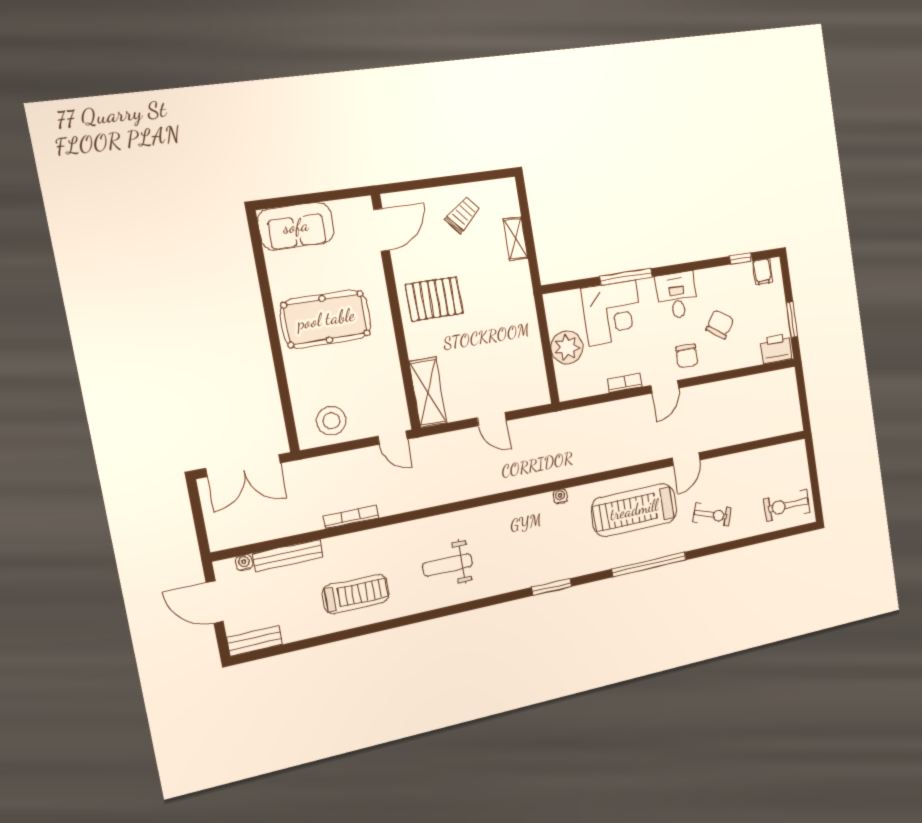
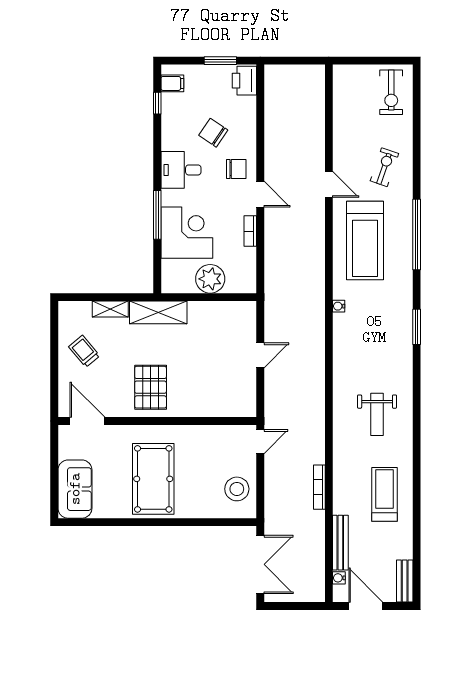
shelving: (428, 392) -> (158, 312), moved
door: (215, 602) -> (366, 606), swing flipped

